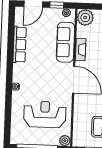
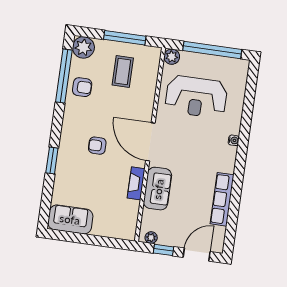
plant: (85, 18) -> (125, 228), removed
sofa: (66, 42) -> (158, 189), width x0.73

